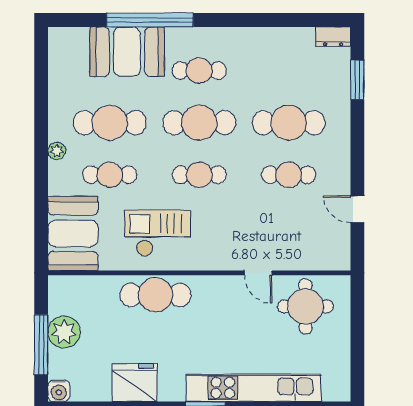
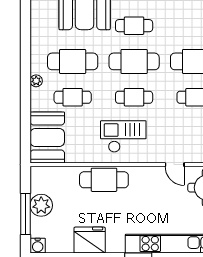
checkout: (158, 233) -> (123, 136), moved

